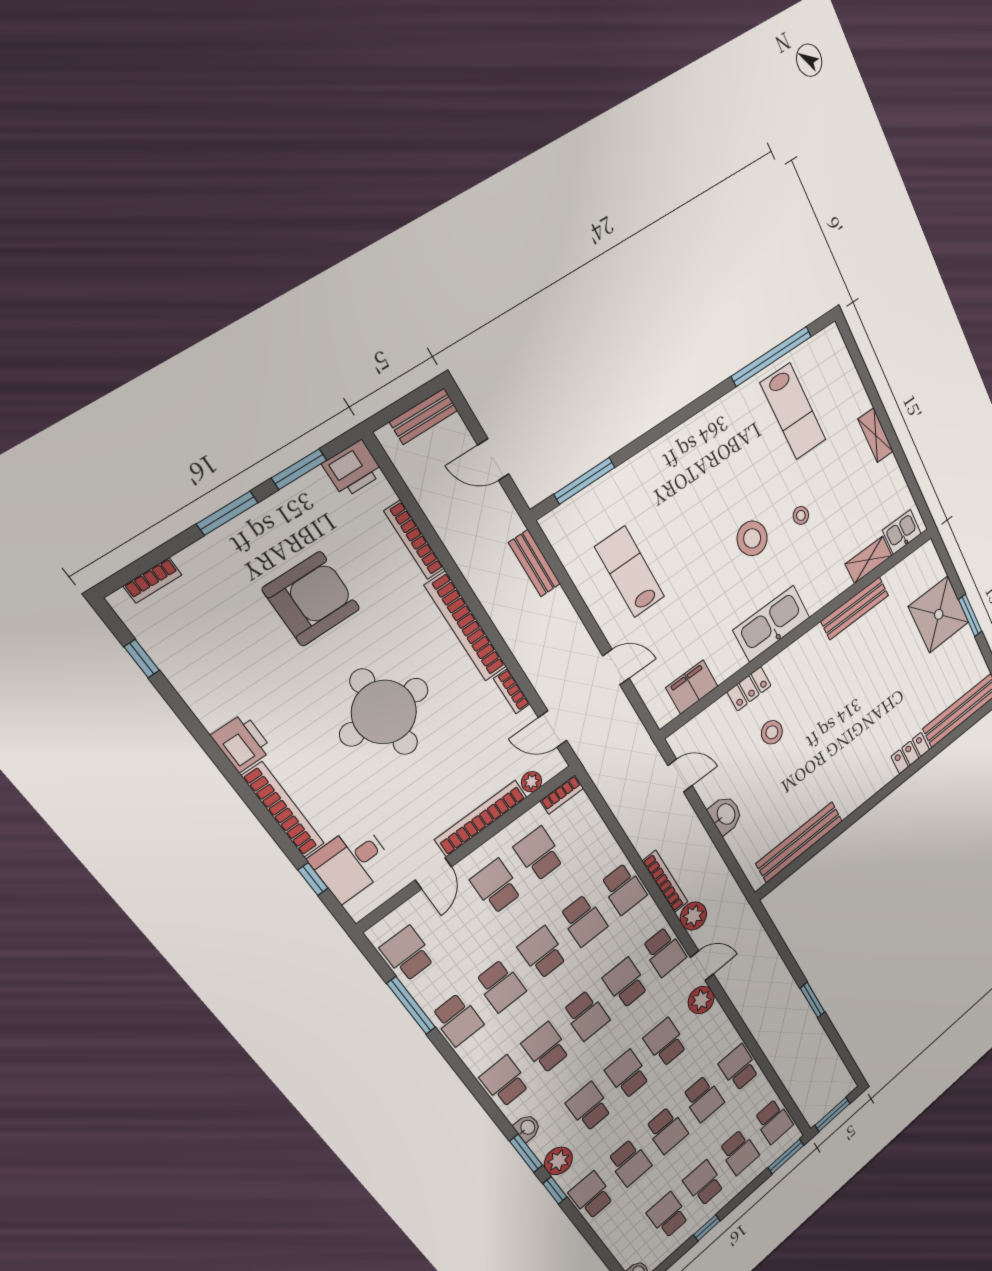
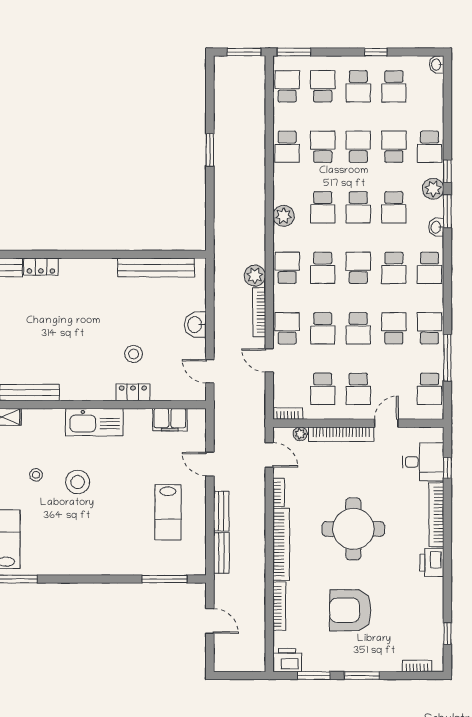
bench: (424, 416) -> (221, 511), moved, turned 90
school desk: (584, 920) -> (323, 328), turned 180
door: (702, 966) -> (269, 360), moved

